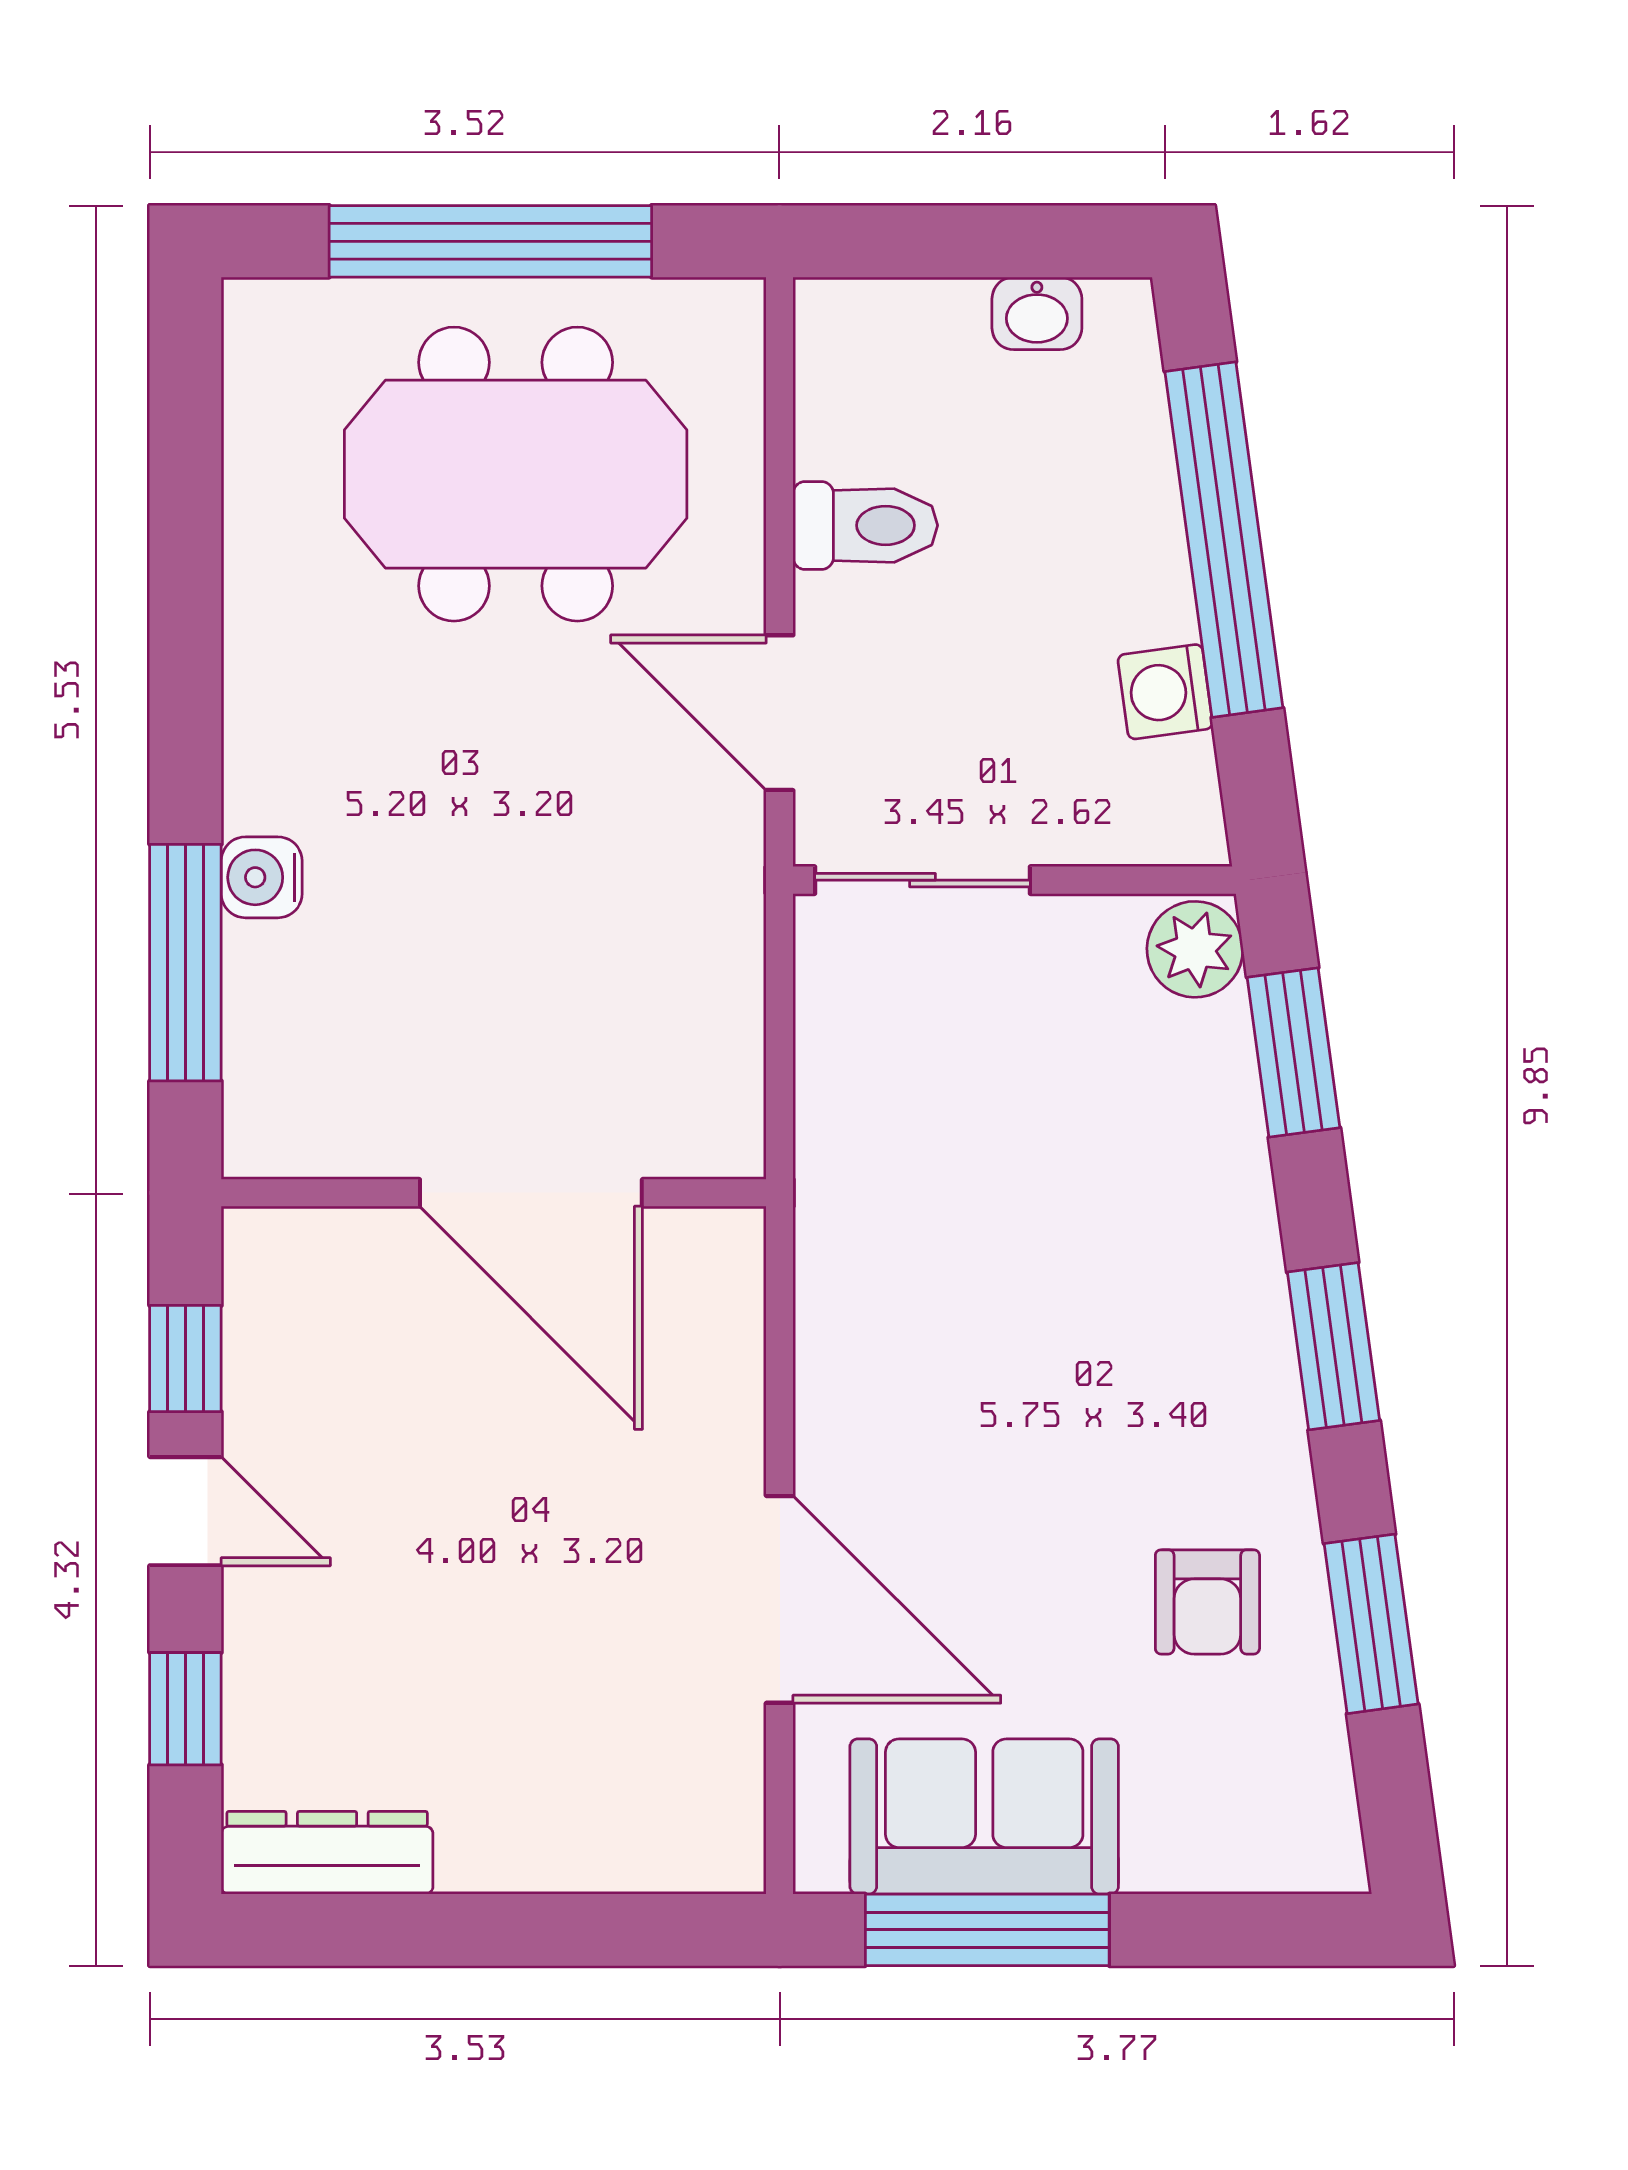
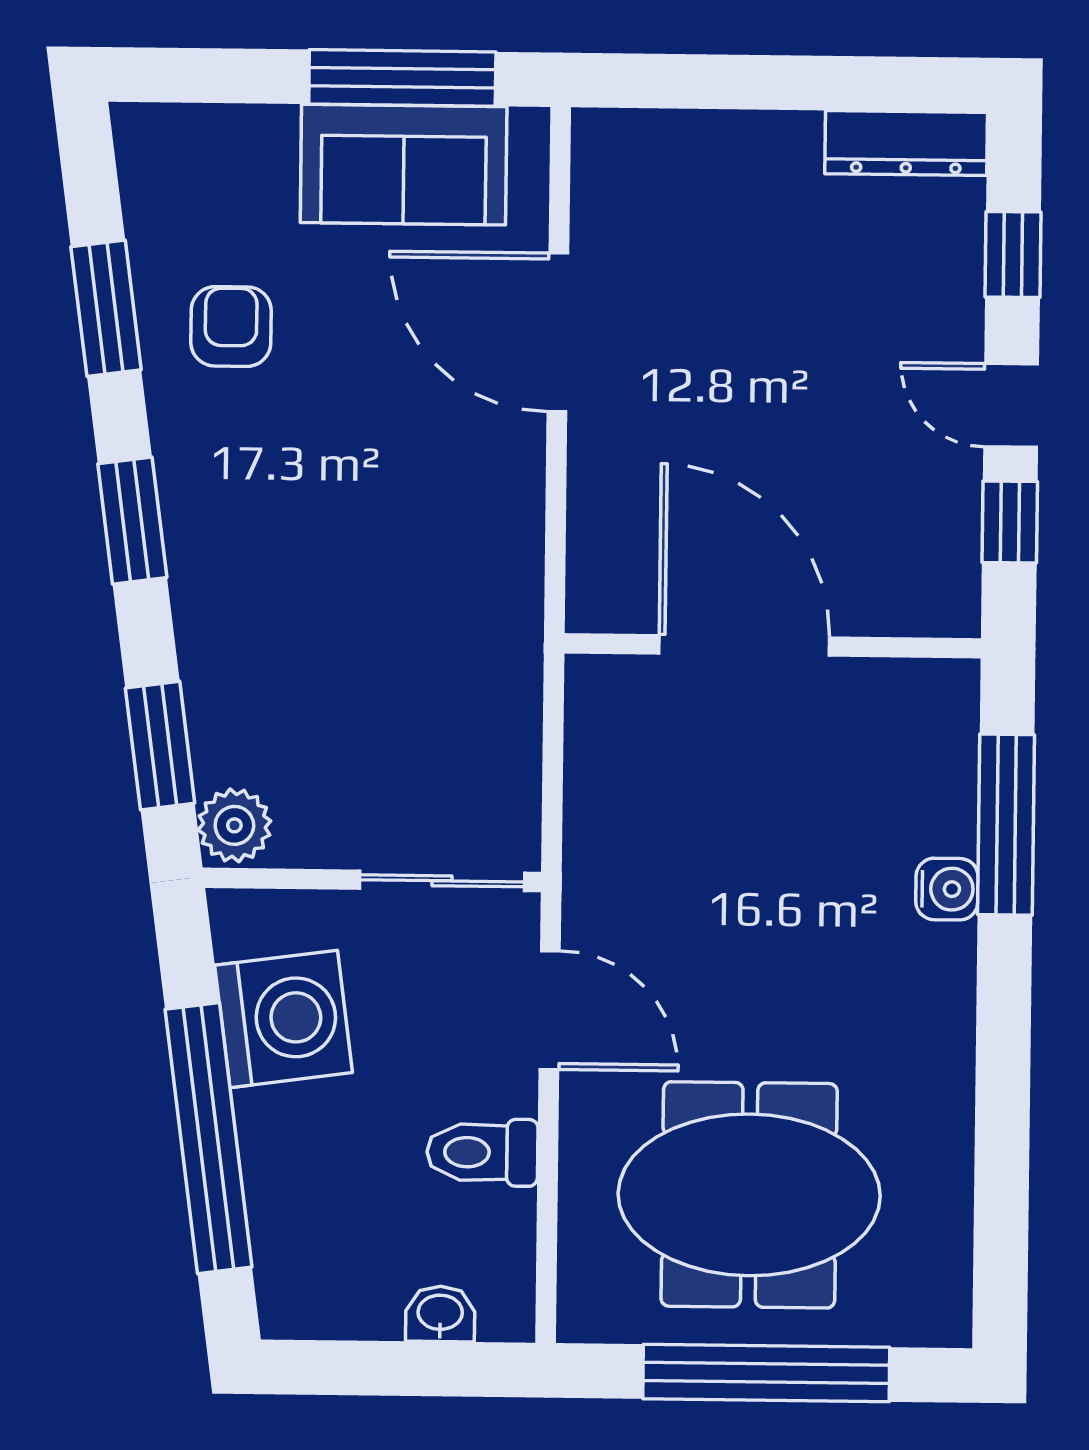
washbasin: (1037, 313) -> (440, 1314), moved
washing machine: (1165, 692) -> (284, 1019), width x1.89, depth x1.89

